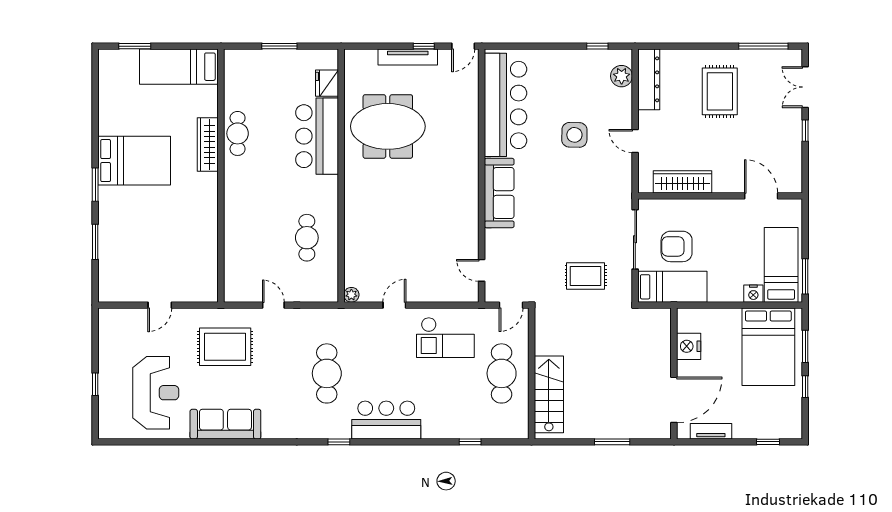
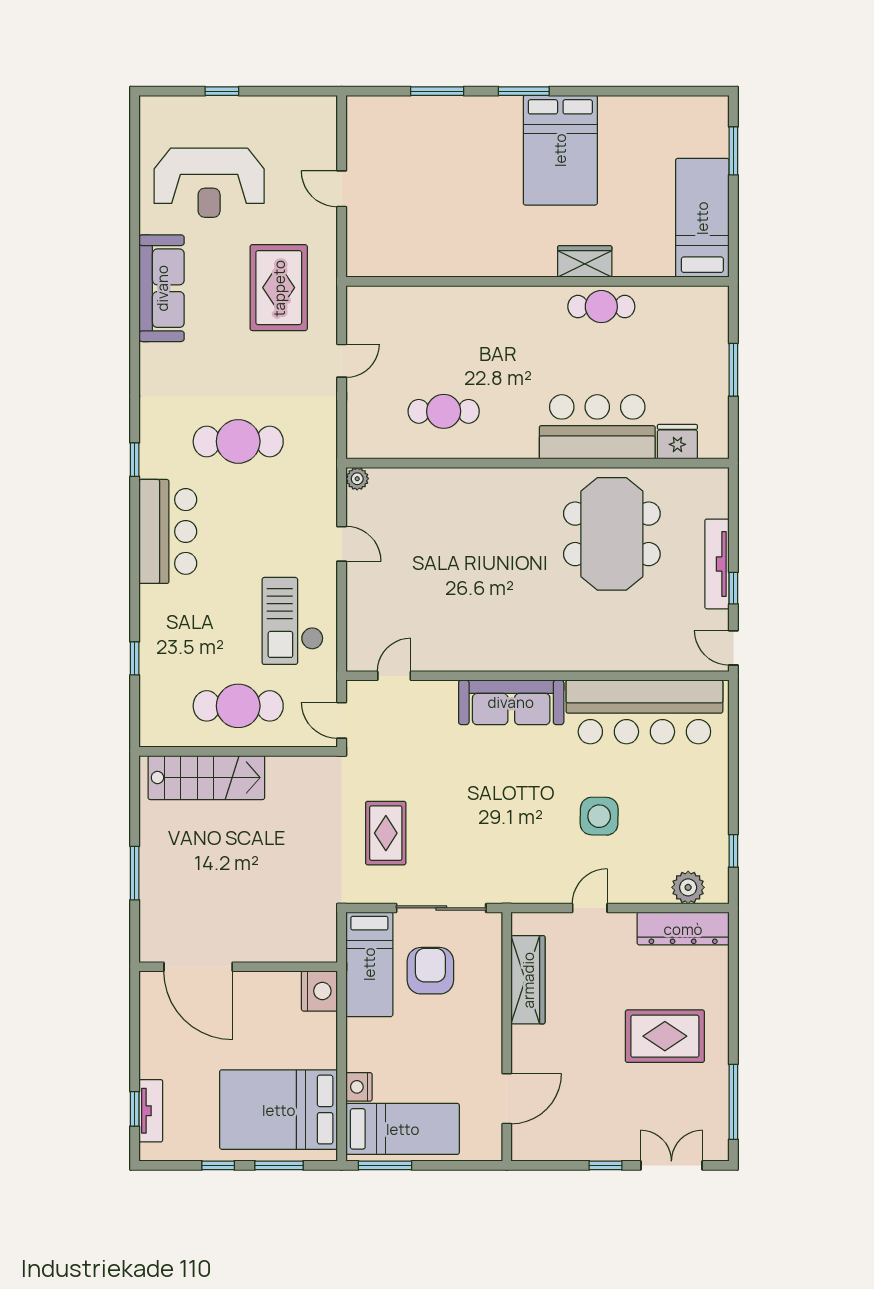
wardrobe: (208, 144) -> (585, 261), width x0.67
nightstand: (689, 346) -> (319, 991), moved, turned 90
tv unit: (711, 431) -> (151, 1111), moved

